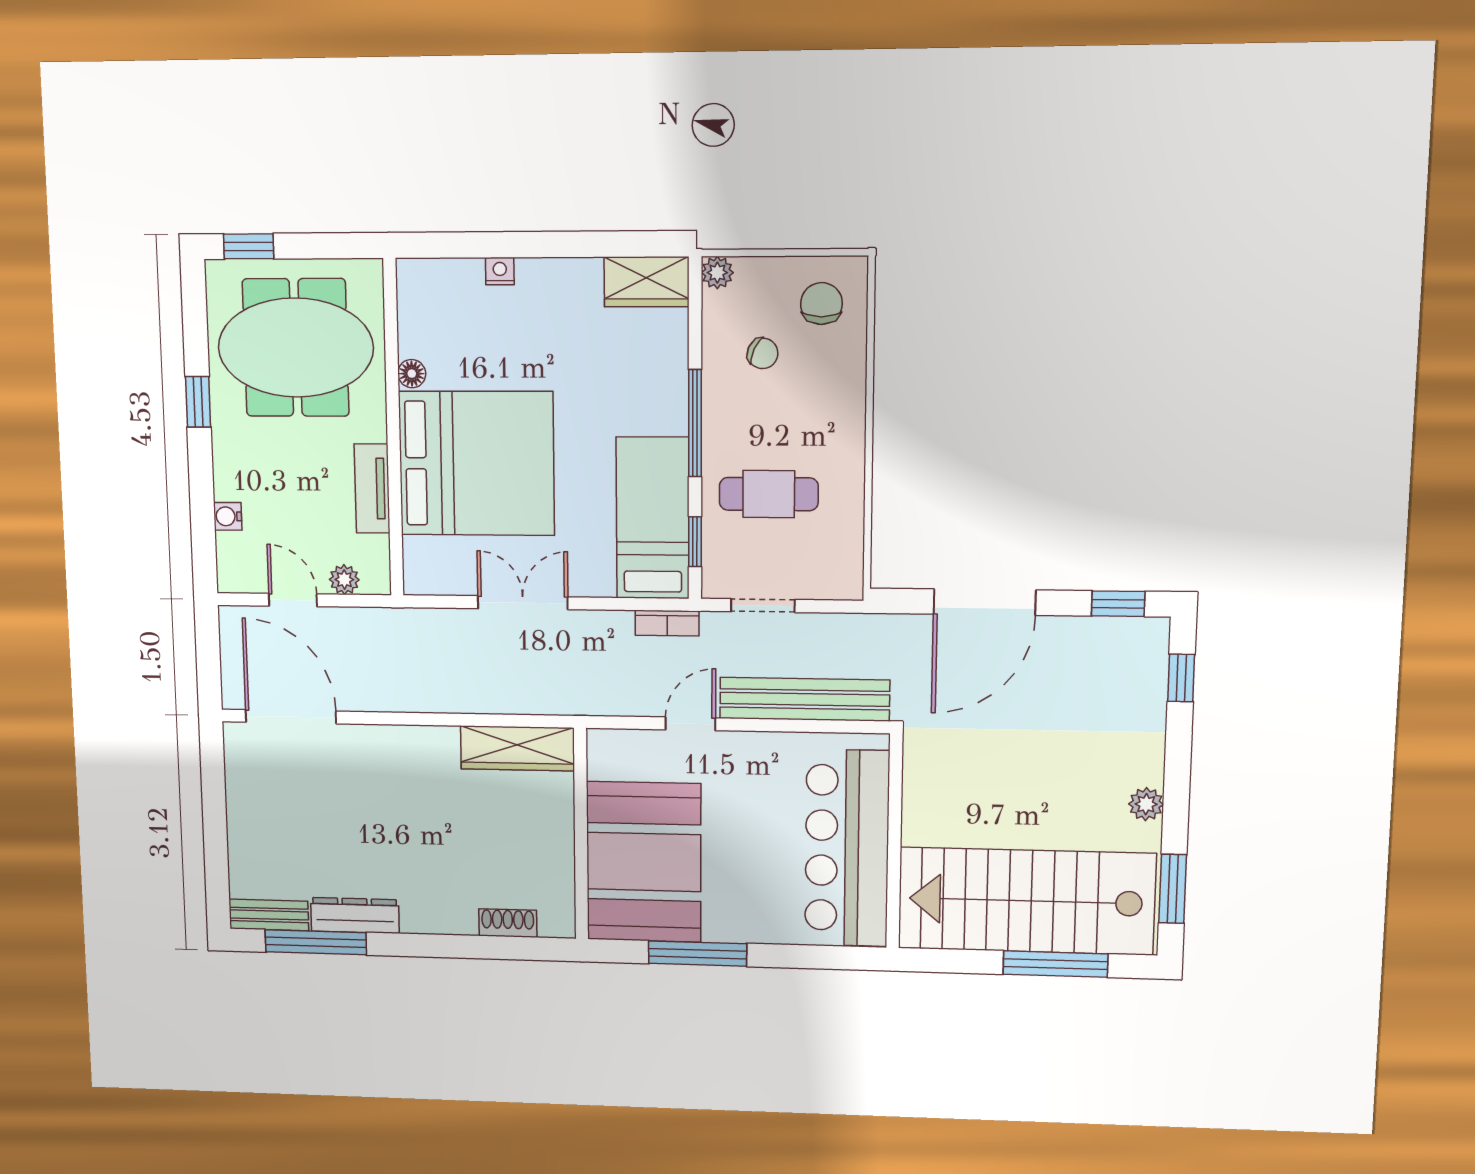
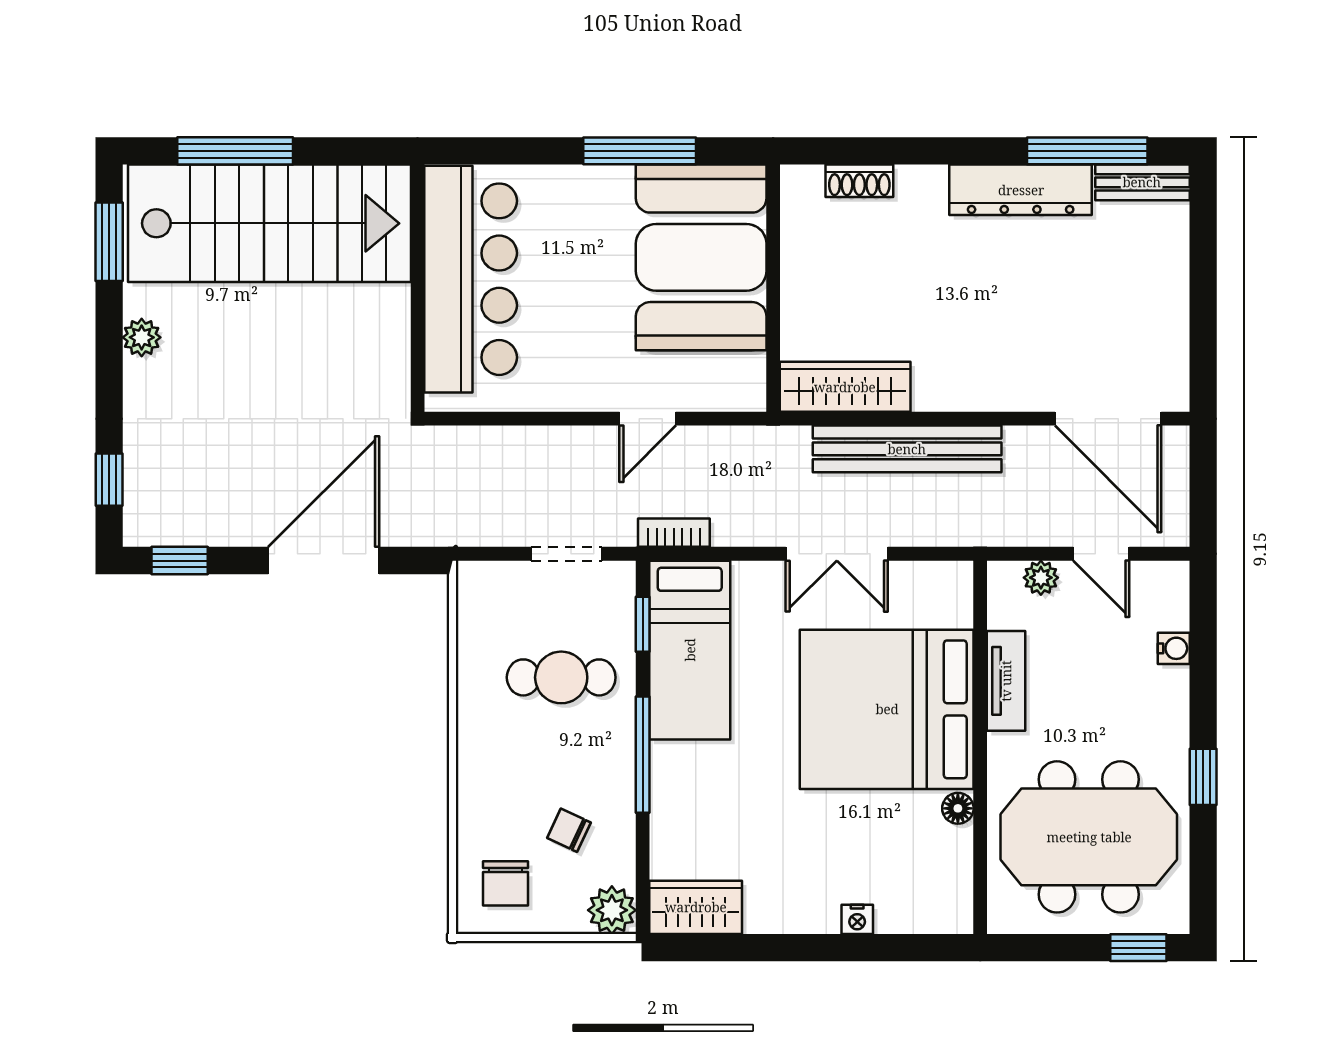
plant: (717, 273) -> (612, 910), width x1.38, depth x1.38
bench: (805, 699) -> (907, 449), moved
dresser: (355, 915) -> (1021, 190), width x1.37, depth x1.24

